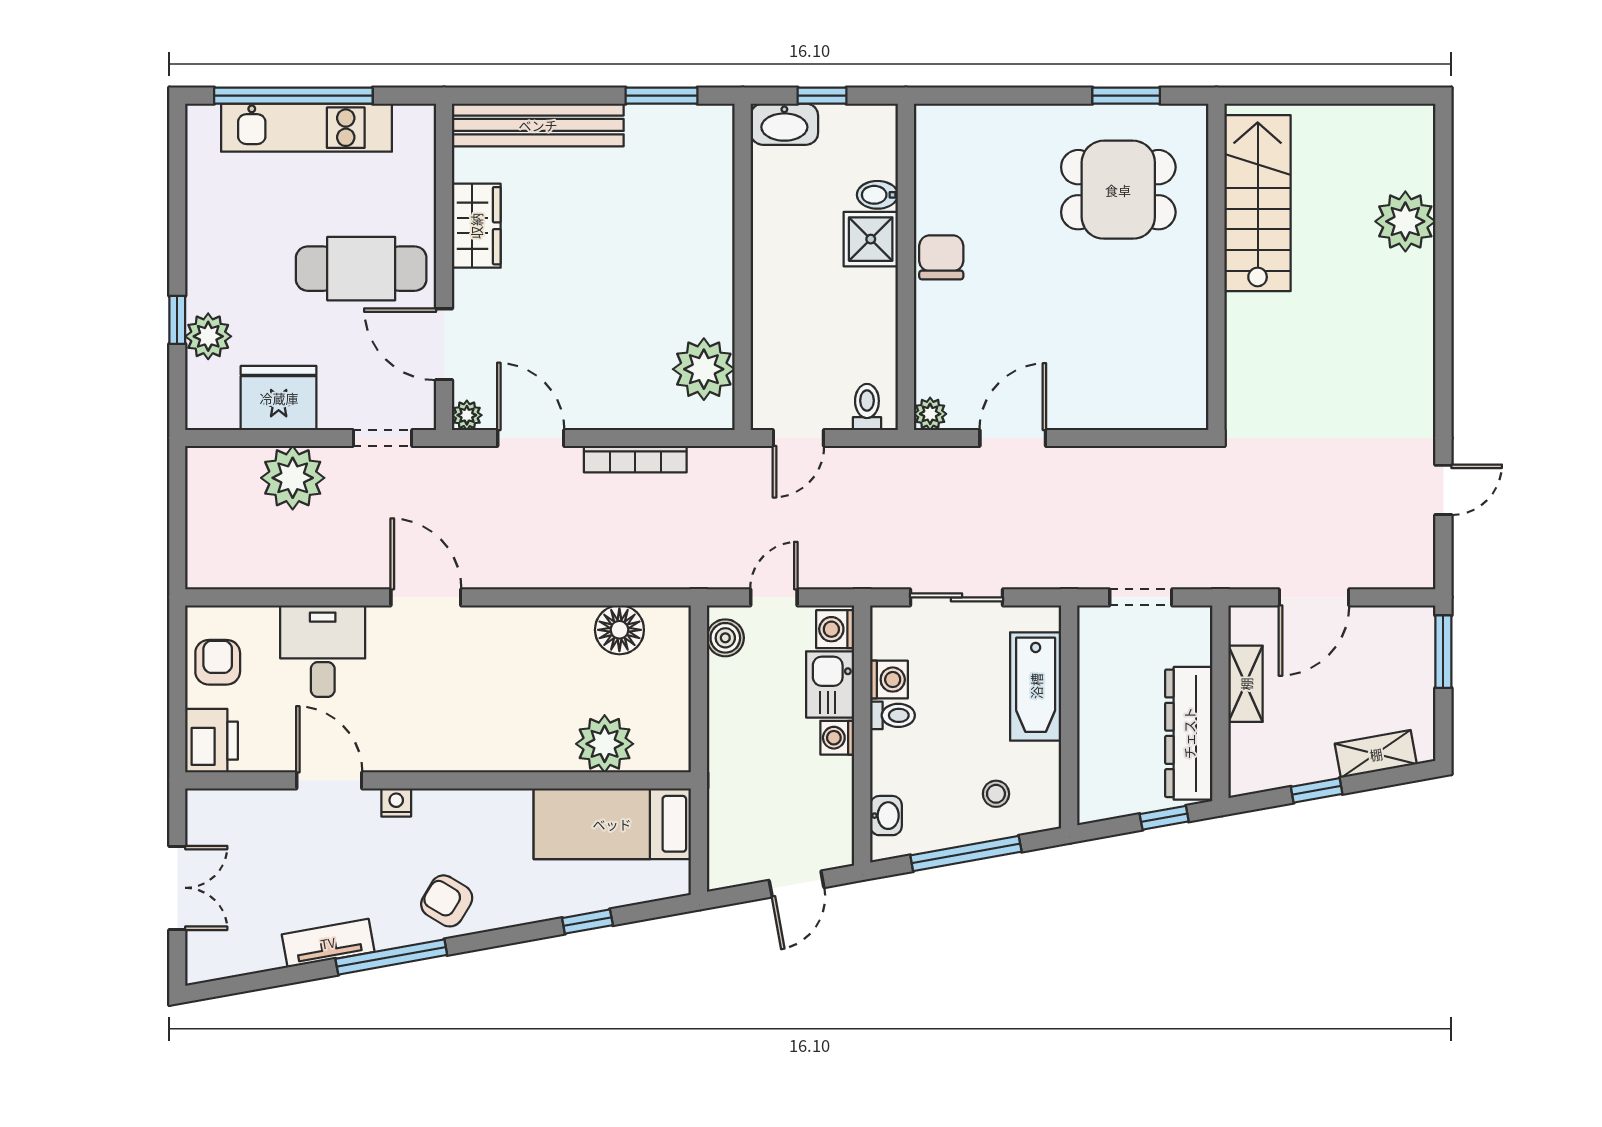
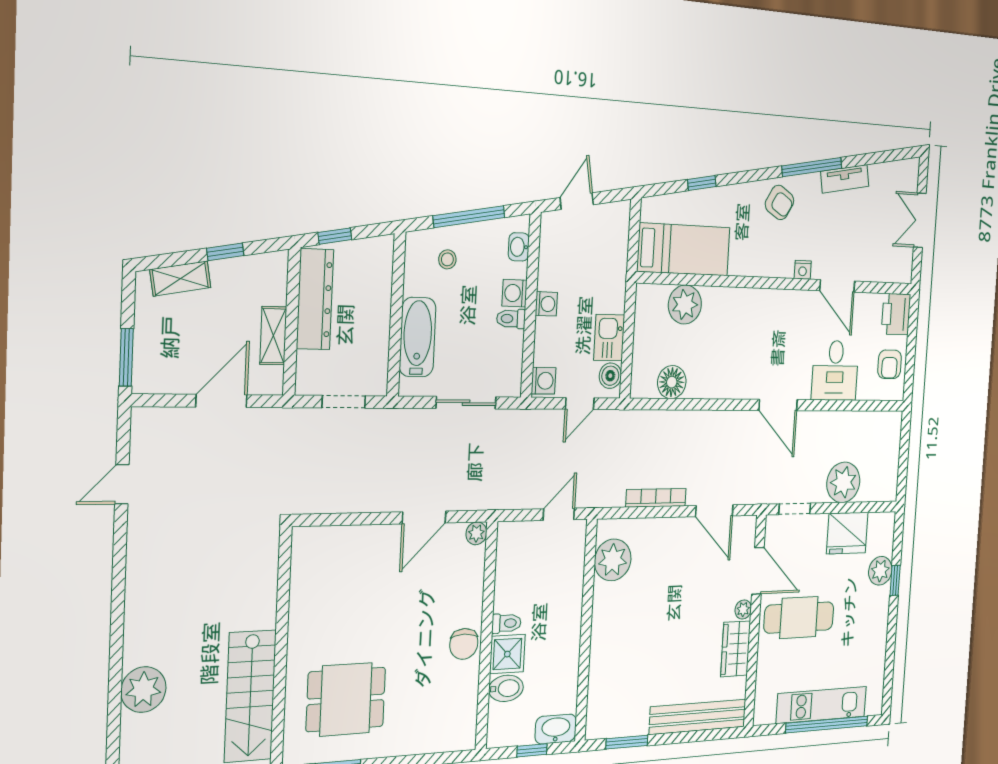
bidet: (877, 195) -> (506, 688), width x1.38, depth x1.36
toilet: (867, 407) -> (506, 623), moved, turned -90
plant: (467, 415) -> (743, 609), moved
washing machine: (889, 680) -> (515, 293), moved
kitchen sink: (830, 684) -> (609, 338), moved, turned 180

